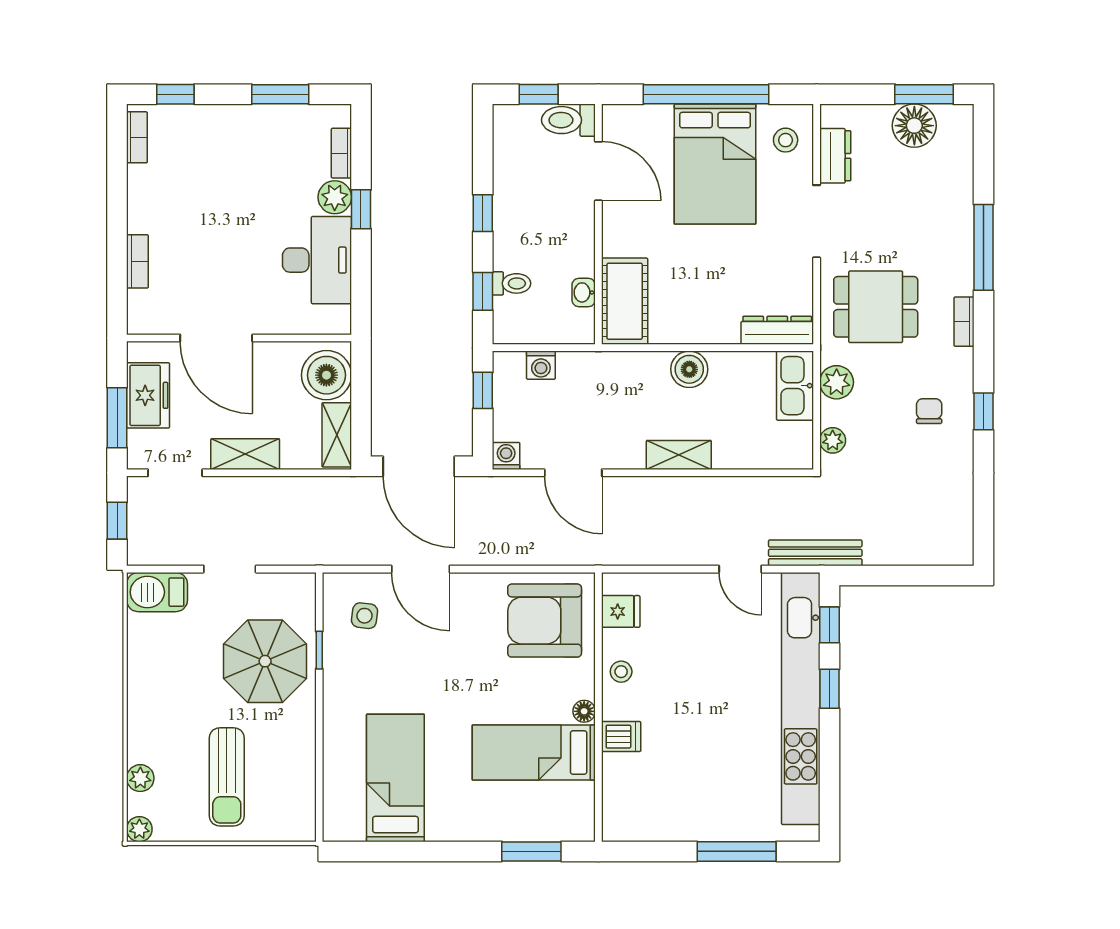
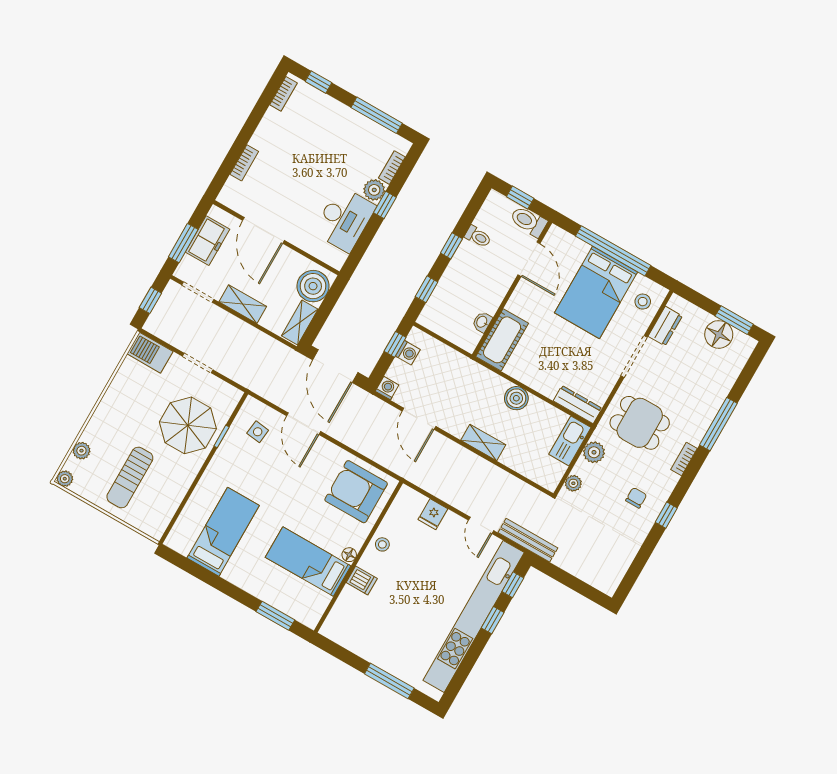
window: (280, 94) -> (377, 115), width x1.44
toilet: (512, 283) -> (478, 237), moved
washing machine: (541, 365) -> (408, 353), moved, turned -90
fridge: (621, 611) -> (433, 514), moved, turned 90

